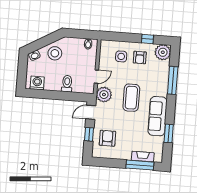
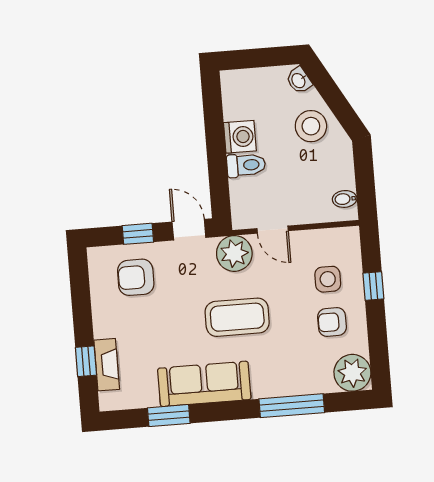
window: (147, 39) -> (373, 286), moved
washing machine: (37, 83) -> (240, 137), moved
armchair: (107, 138) -> (136, 277), turned 180
window: (140, 165) -> (86, 361), width x0.46

